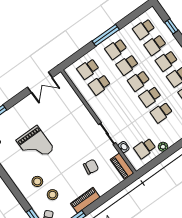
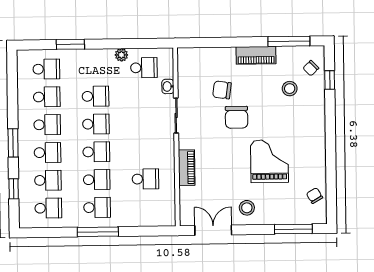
school desk: (88, 69) -> (146, 207), removed
chair: (72, 157) -> (237, 117), added
piano: (122, 166) -> (187, 168), moved
stool: (37, 181) -> (247, 208), moved

